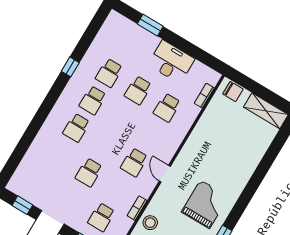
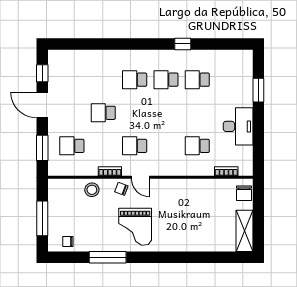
school desk: (138, 90) -> (197, 113), removed
door: (165, 174) -> (140, 177), swing flipped
chair: (165, 196) -> (121, 189), added
grand piano: (205, 204) -> (135, 227), turned 90
bookcase: (137, 208) -> (110, 171), moved

